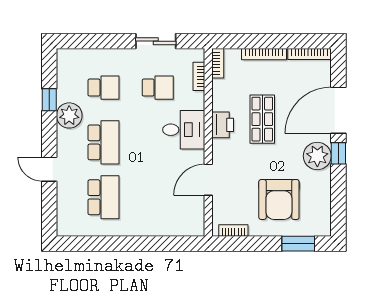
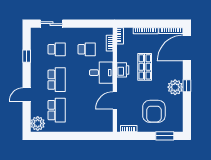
sliding door: (156, 41) -> (51, 24), moved
door: (338, 110) -> (187, 48), moved
plant: (69, 115) -> (38, 123), moved
door: (49, 169) -> (27, 95), hinge flipped

